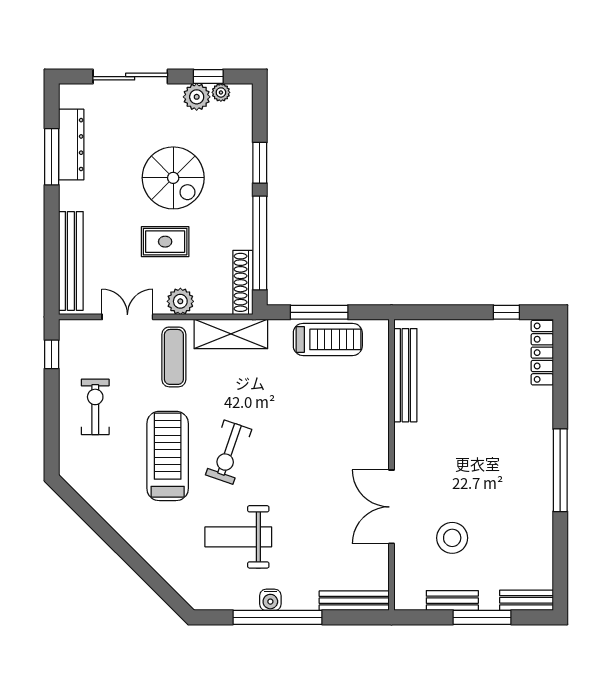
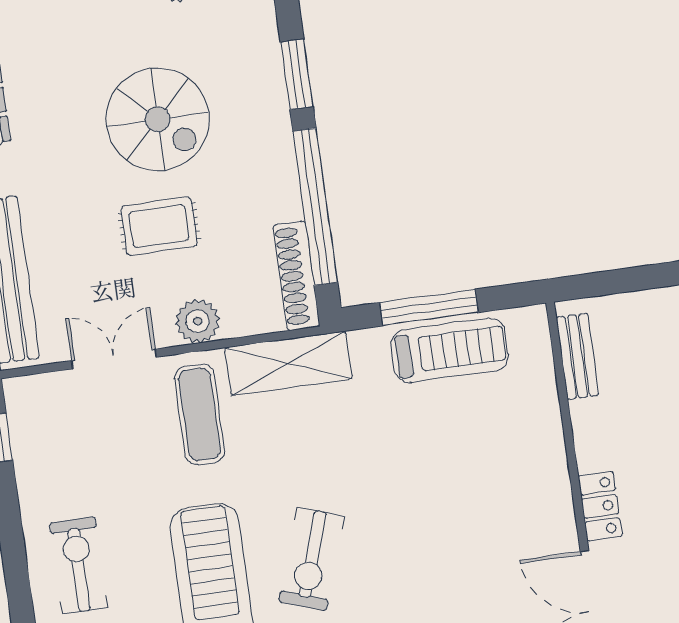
bench: (405, 375) -> (577, 356), width x0.54, depth x0.82
exercise bike: (95, 407) -> (78, 565), moved
locker: (404, 445) -> (600, 506), added

